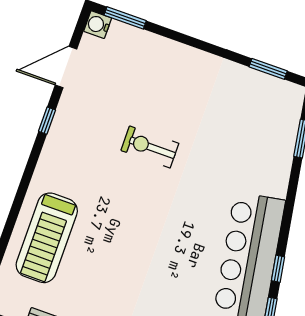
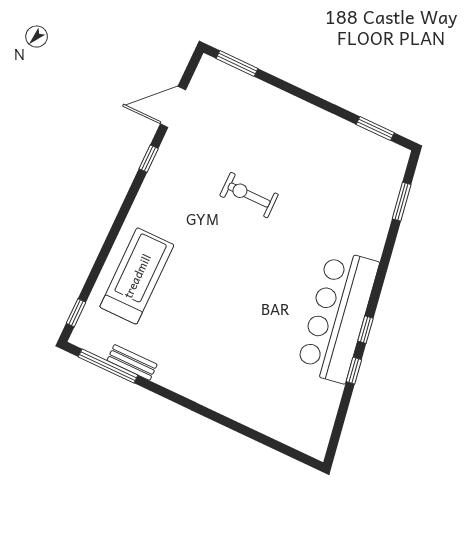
water cooler: (98, 25) -> (209, 67), removed
treadmill: (47, 238) -> (137, 276), turned 180

